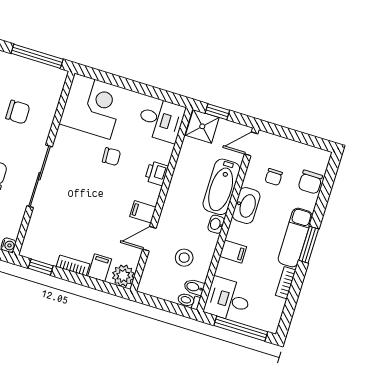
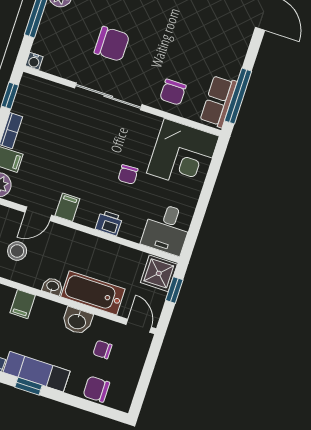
row of seats: (42, 74) -> (218, 101), added
chair: (18, 112) -> (173, 92), moved
washbasin: (246, 206) -> (77, 321), width x0.72
door: (149, 239) -> (38, 214), swing flipped
window: (309, 245) -> (29, 386), width x0.67

